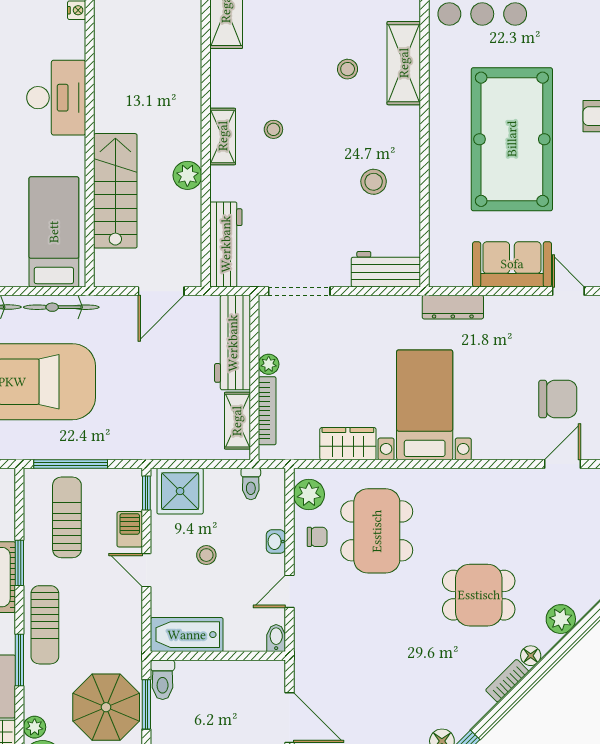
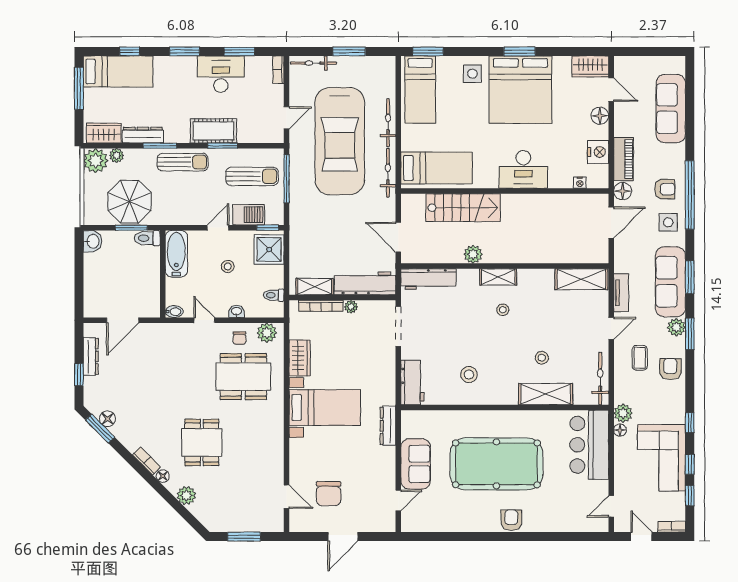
barbecue: (130, 529) -> (249, 215), width x1.38, depth x1.27
sun lounger: (45, 625) -> (183, 162), turned 180

